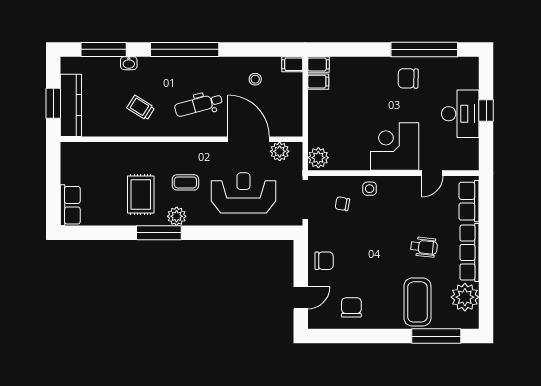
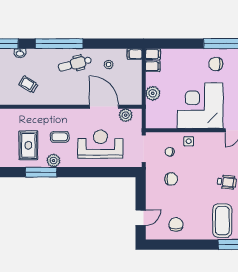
dental chair: (198, 105) -> (75, 64), moved
corner desk: (395, 147) -> (200, 106), width x1.36, depth x1.36
plant: (318, 158) -> (153, 93), moved
chair: (324, 261) -> (171, 179), moved

